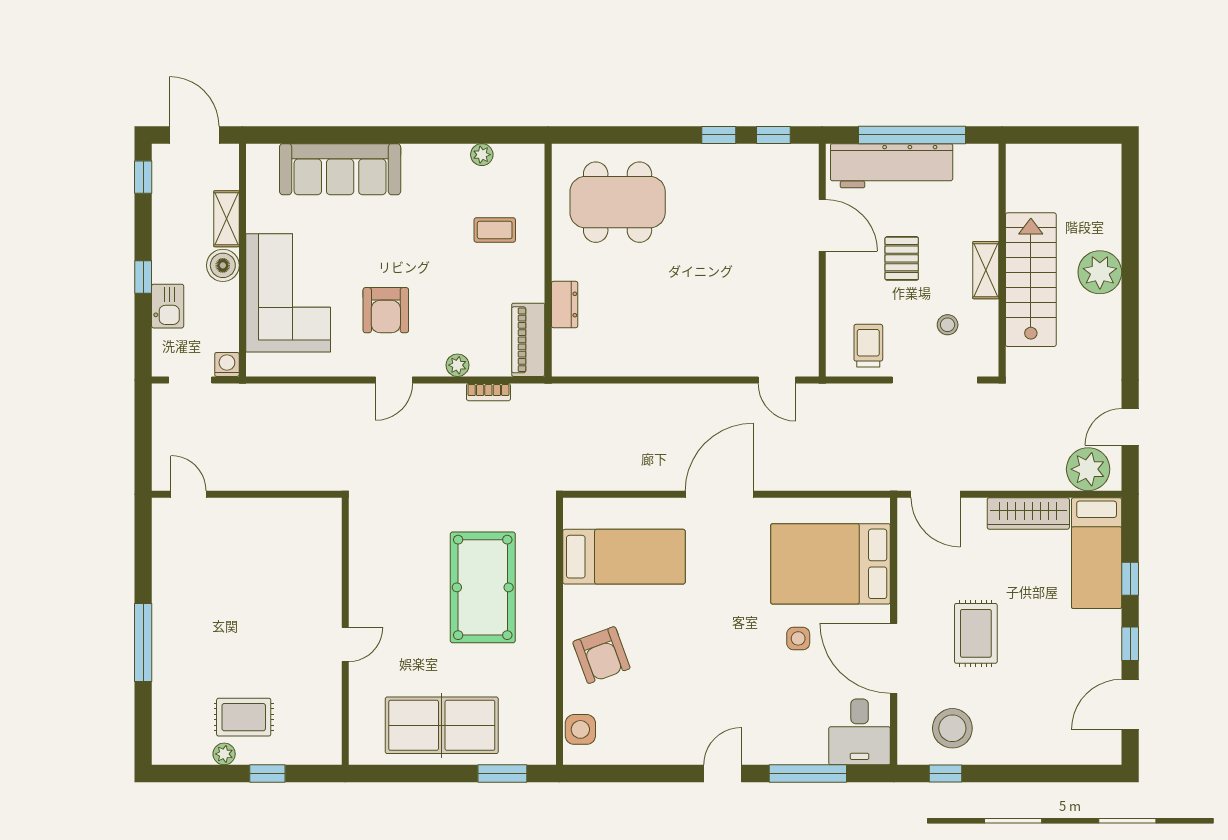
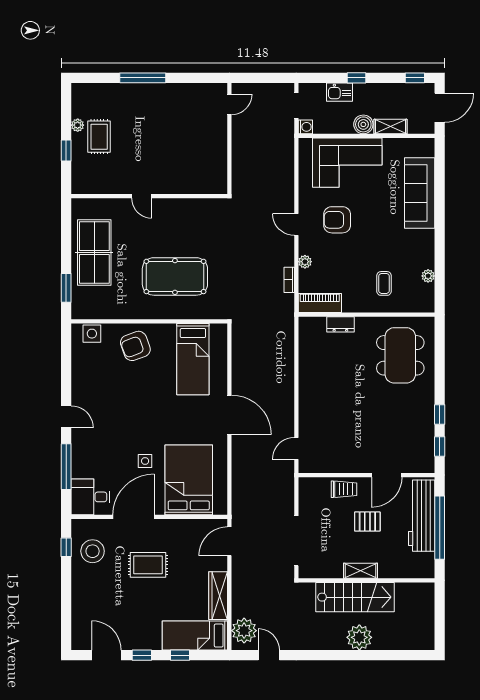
stool: (948, 325) -> (329, 548), removed
trolley: (868, 346) -> (344, 489), moved

